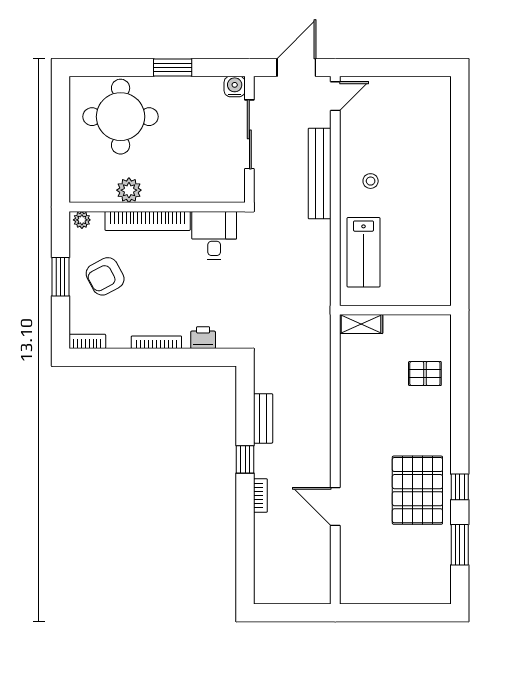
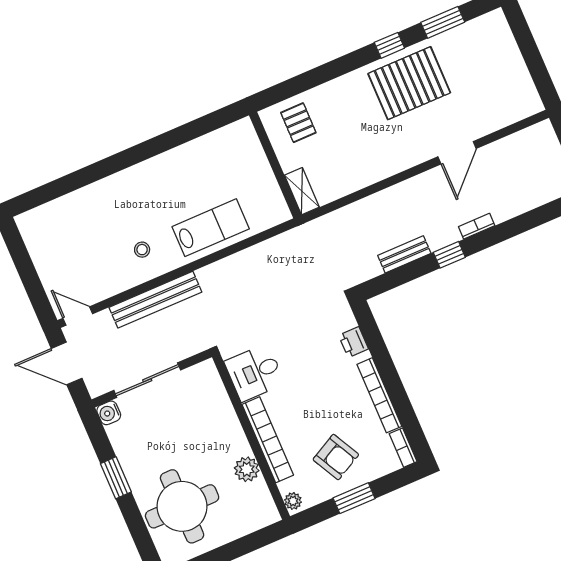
wall: (395, 310) -> (275, 165), moved
shelving: (361, 324) -> (302, 191), moved
bookcase: (156, 342) -> (379, 395), width x1.48, depth x1.31

